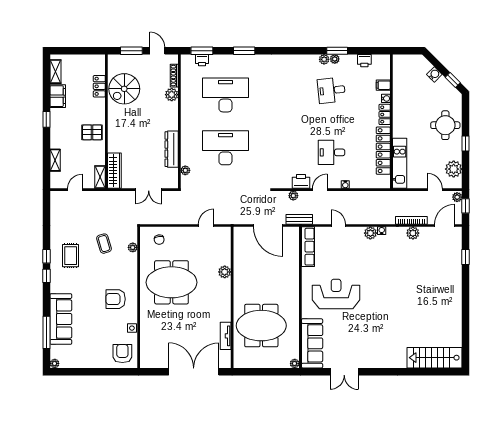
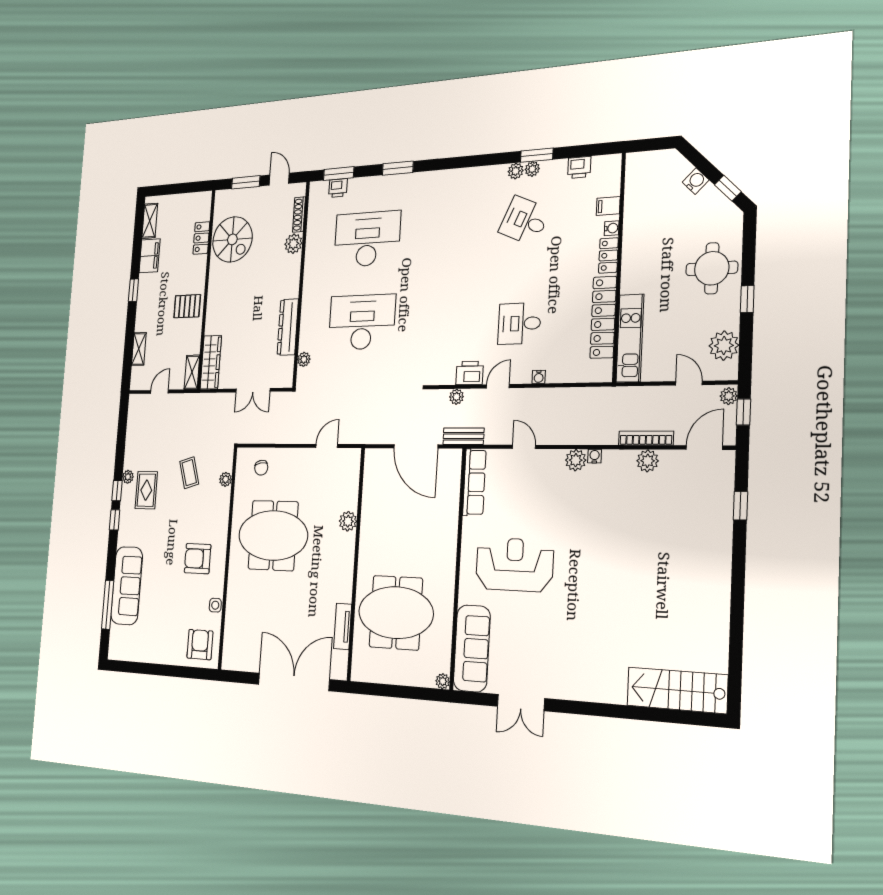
spiral stairs: (124, 89) -> (232, 239), turned -90
desk: (331, 90) -> (525, 221), turned 30
plant: (55, 363) -> (128, 477), moved

